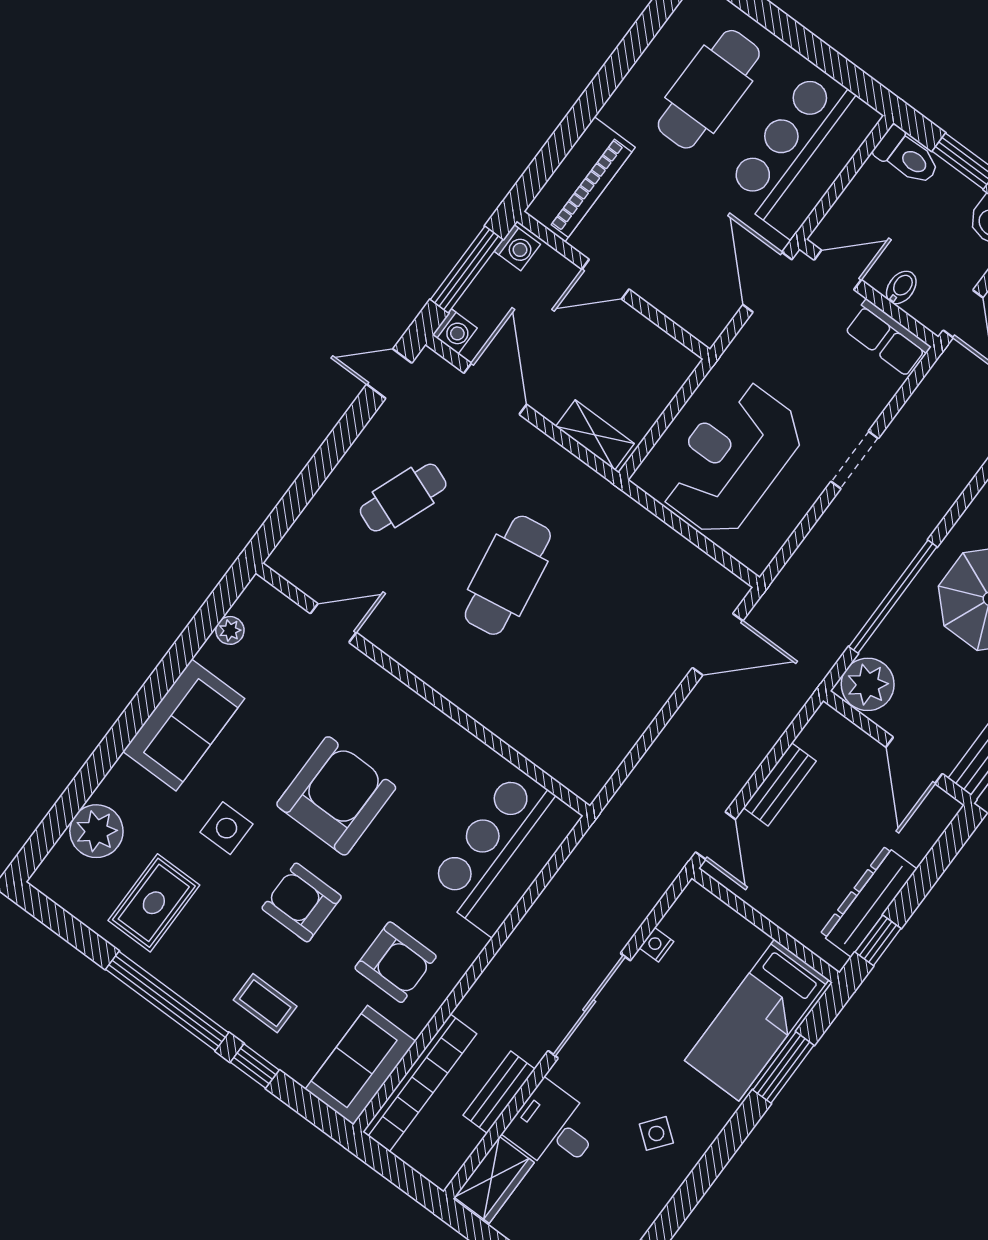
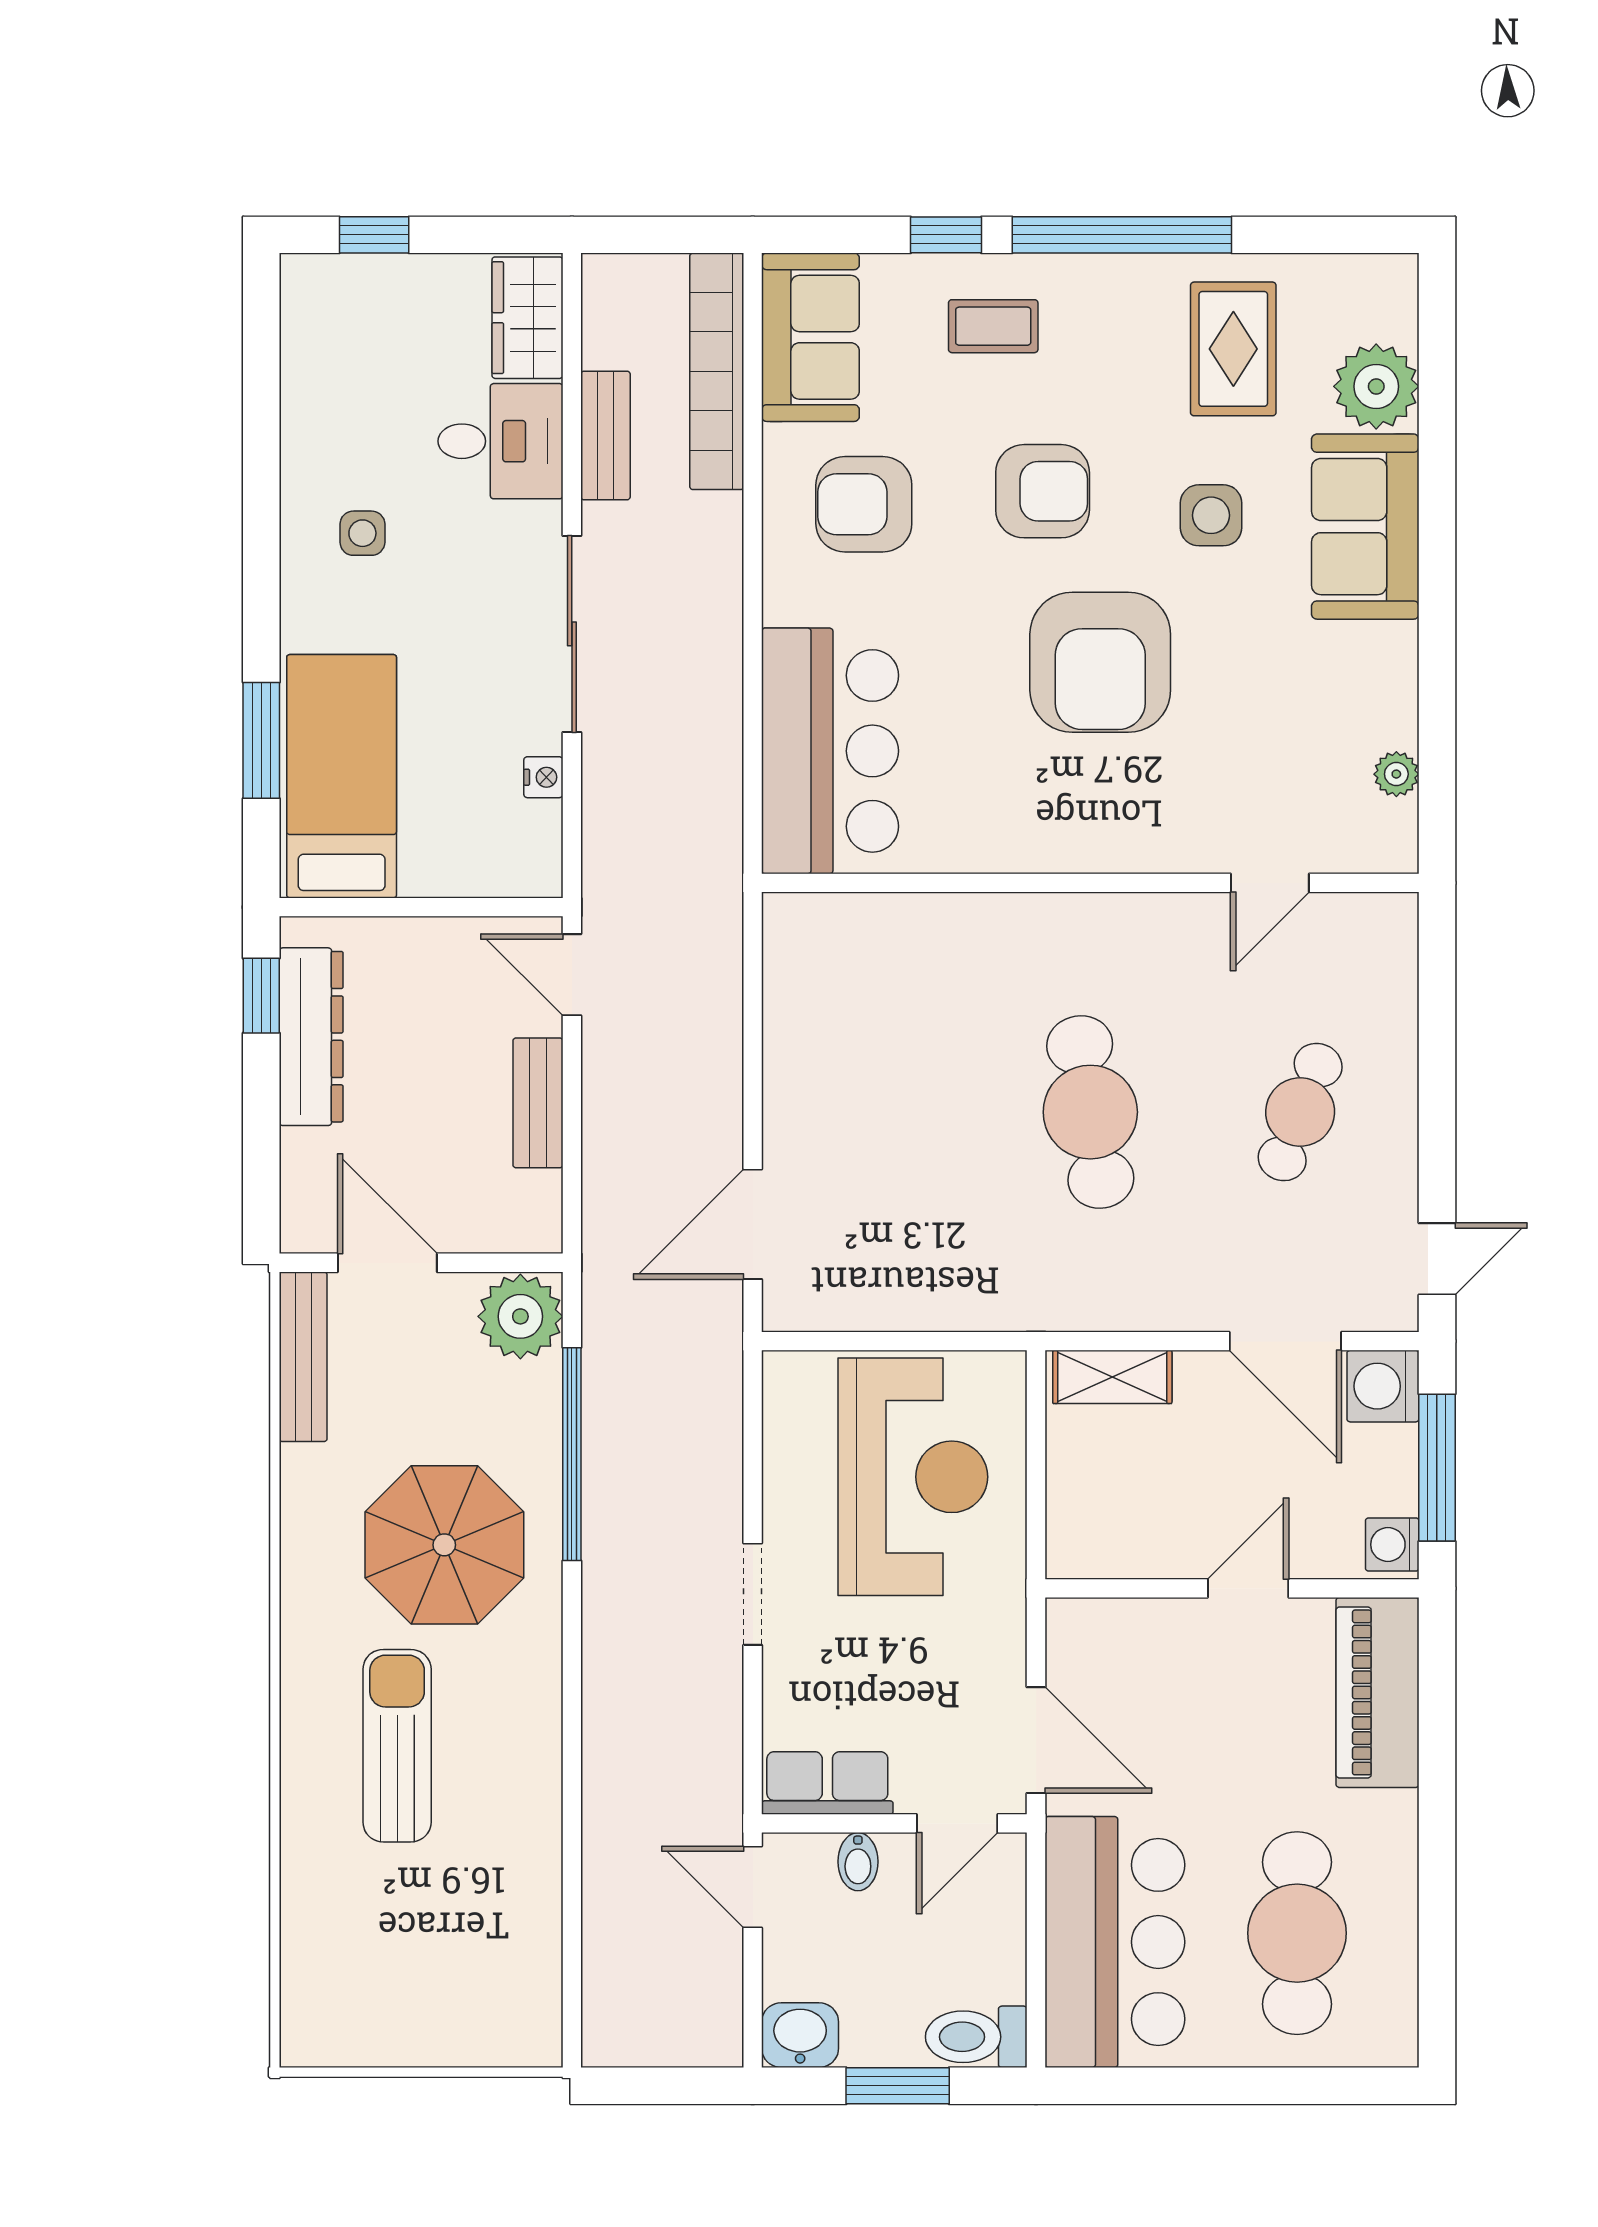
washing machine: (455, 331) -> (1383, 1386), width x1.38, depth x1.38
sofa: (184, 725) -> (1365, 527), moved
side table: (656, 1133) -> (362, 533), turned -38

